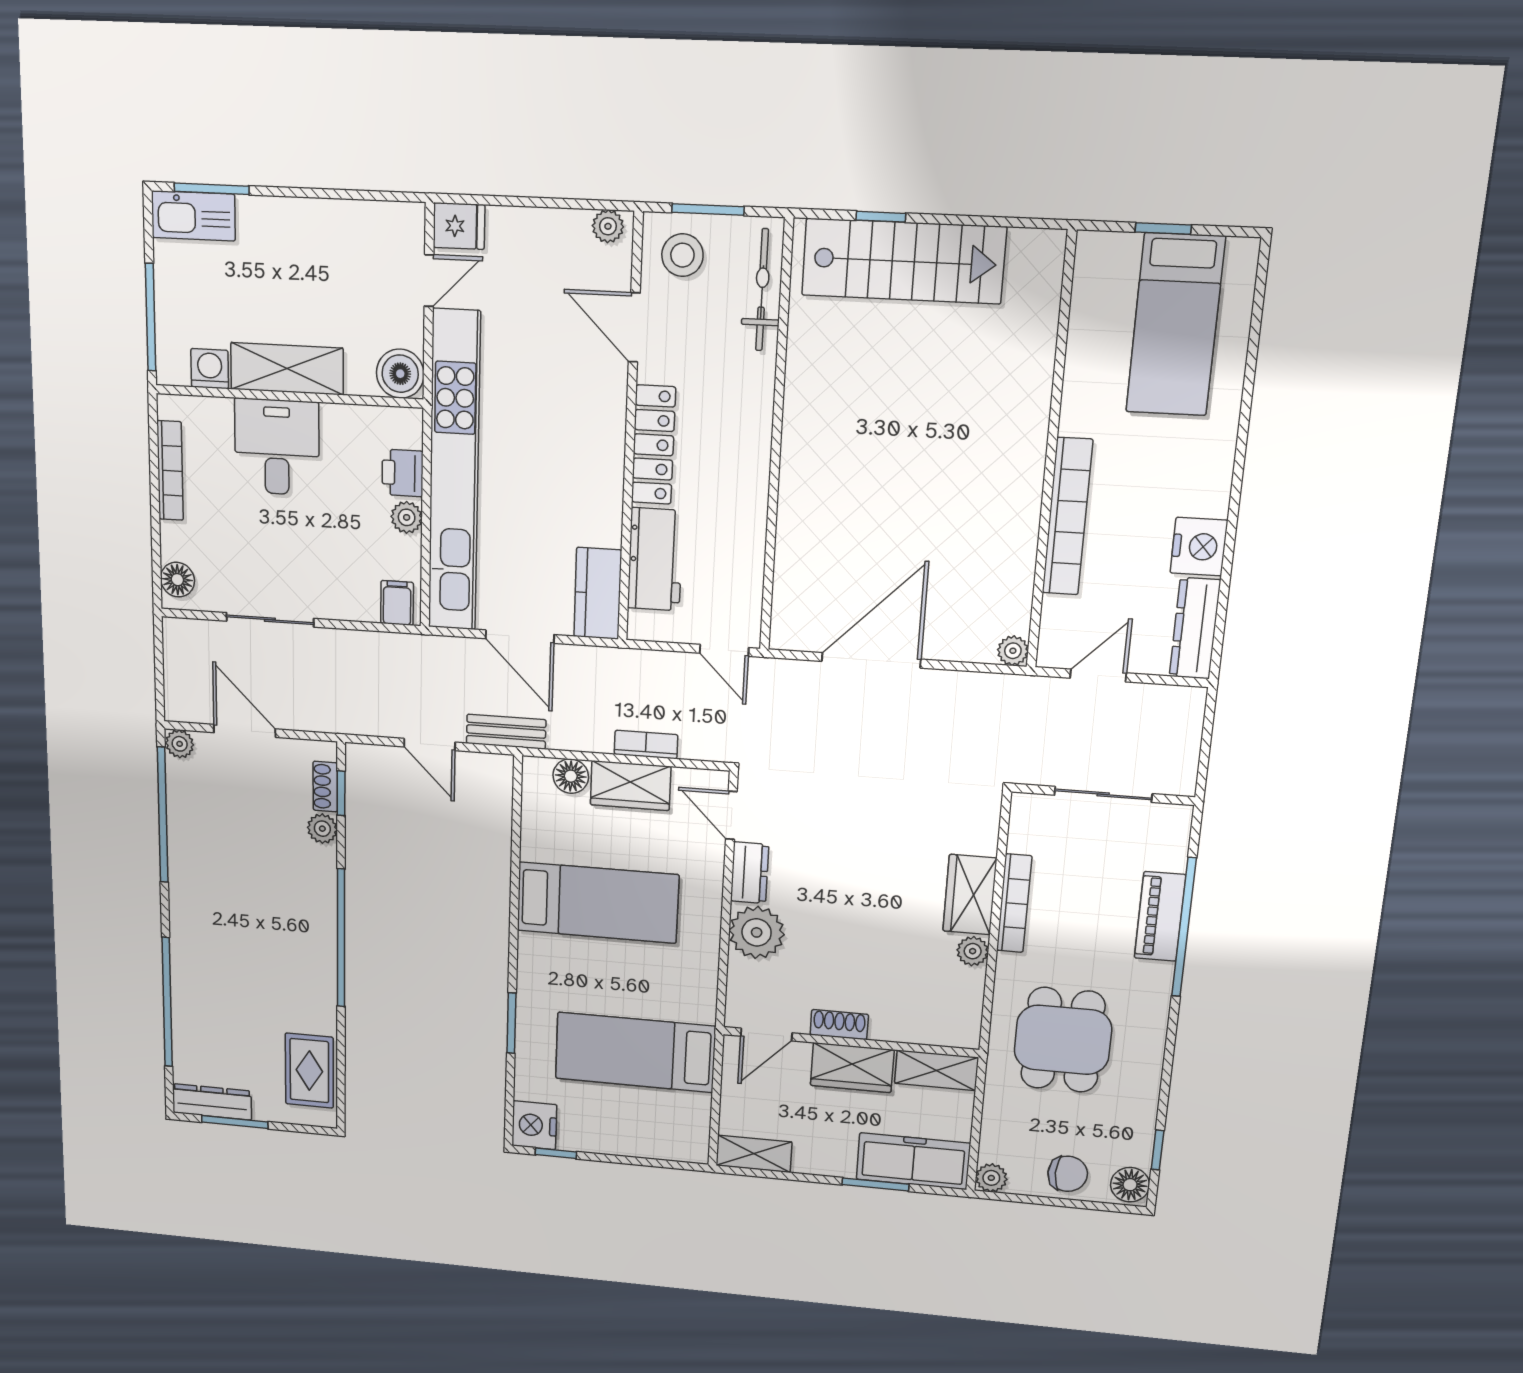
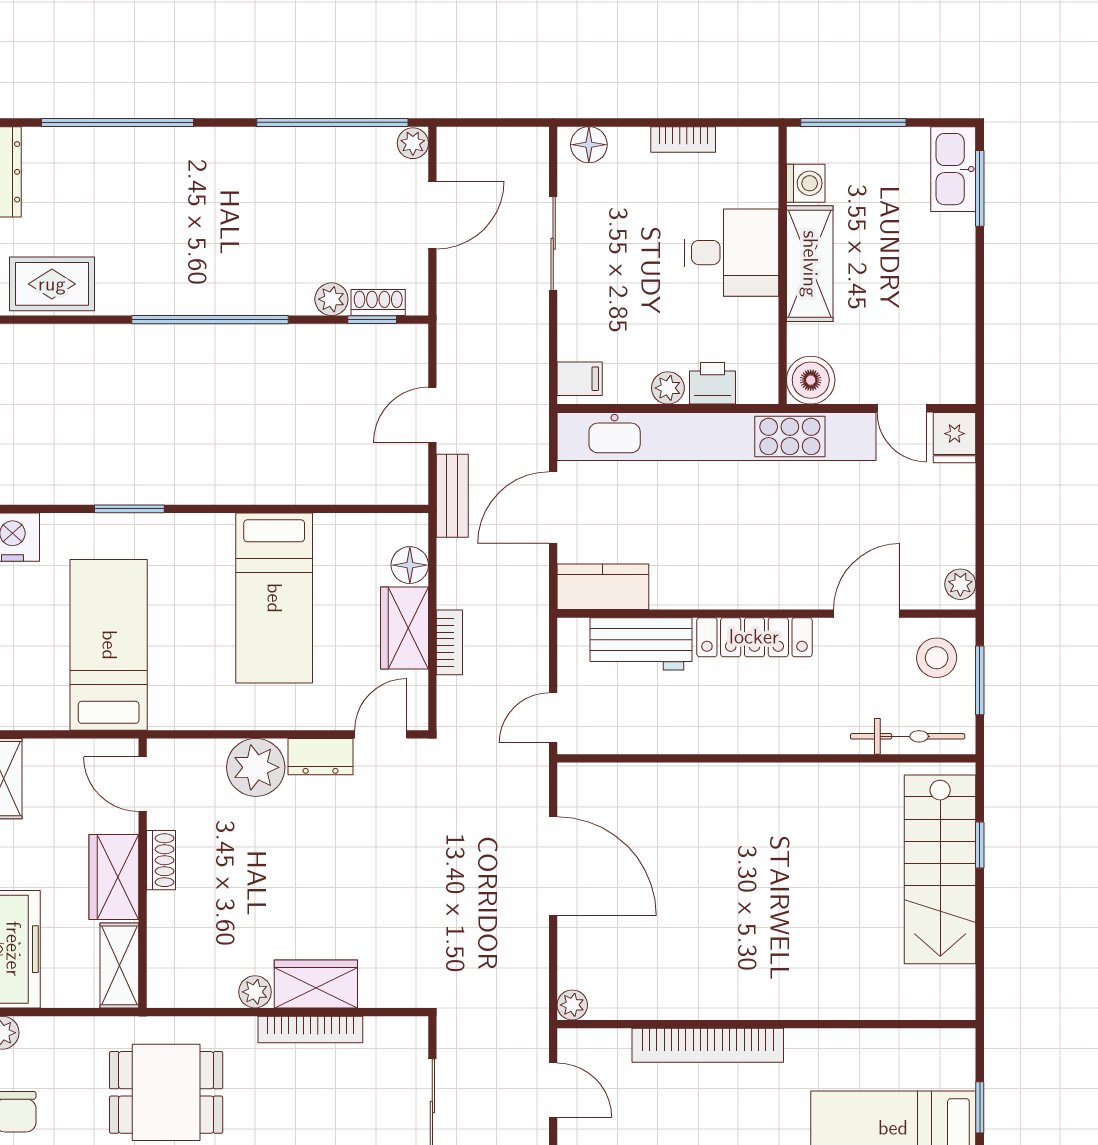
bookcase: (170, 471) -> (683, 139), width x0.64

